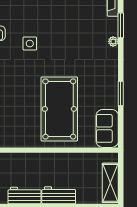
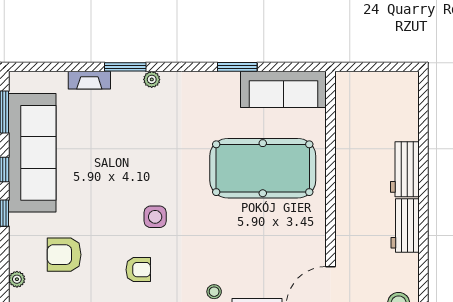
sofa: (107, 128) -> (283, 89), width x1.36
shelving: (110, 183) -> (384, 84), removed

